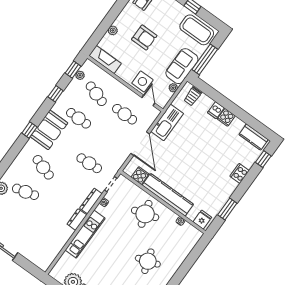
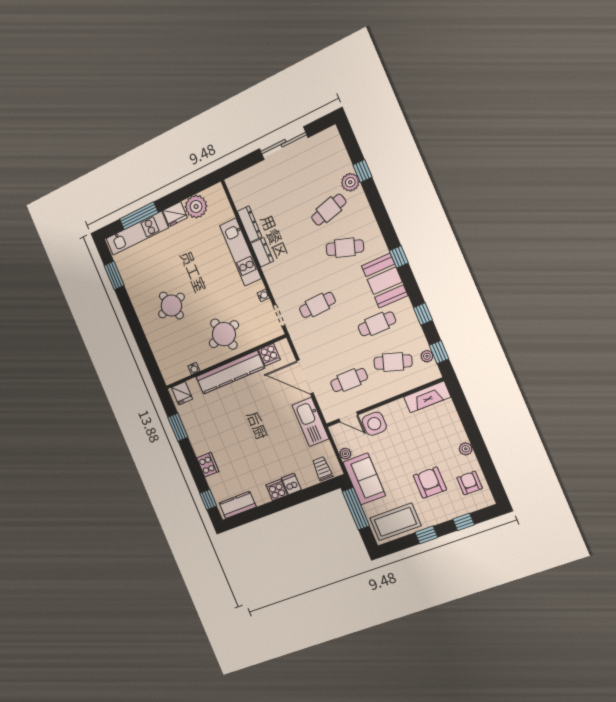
plant: (113, 30) -> (466, 449), moved
armchair: (144, 37) -> (430, 483), moved, turned 90
dresser: (91, 201) -> (249, 224), moved

